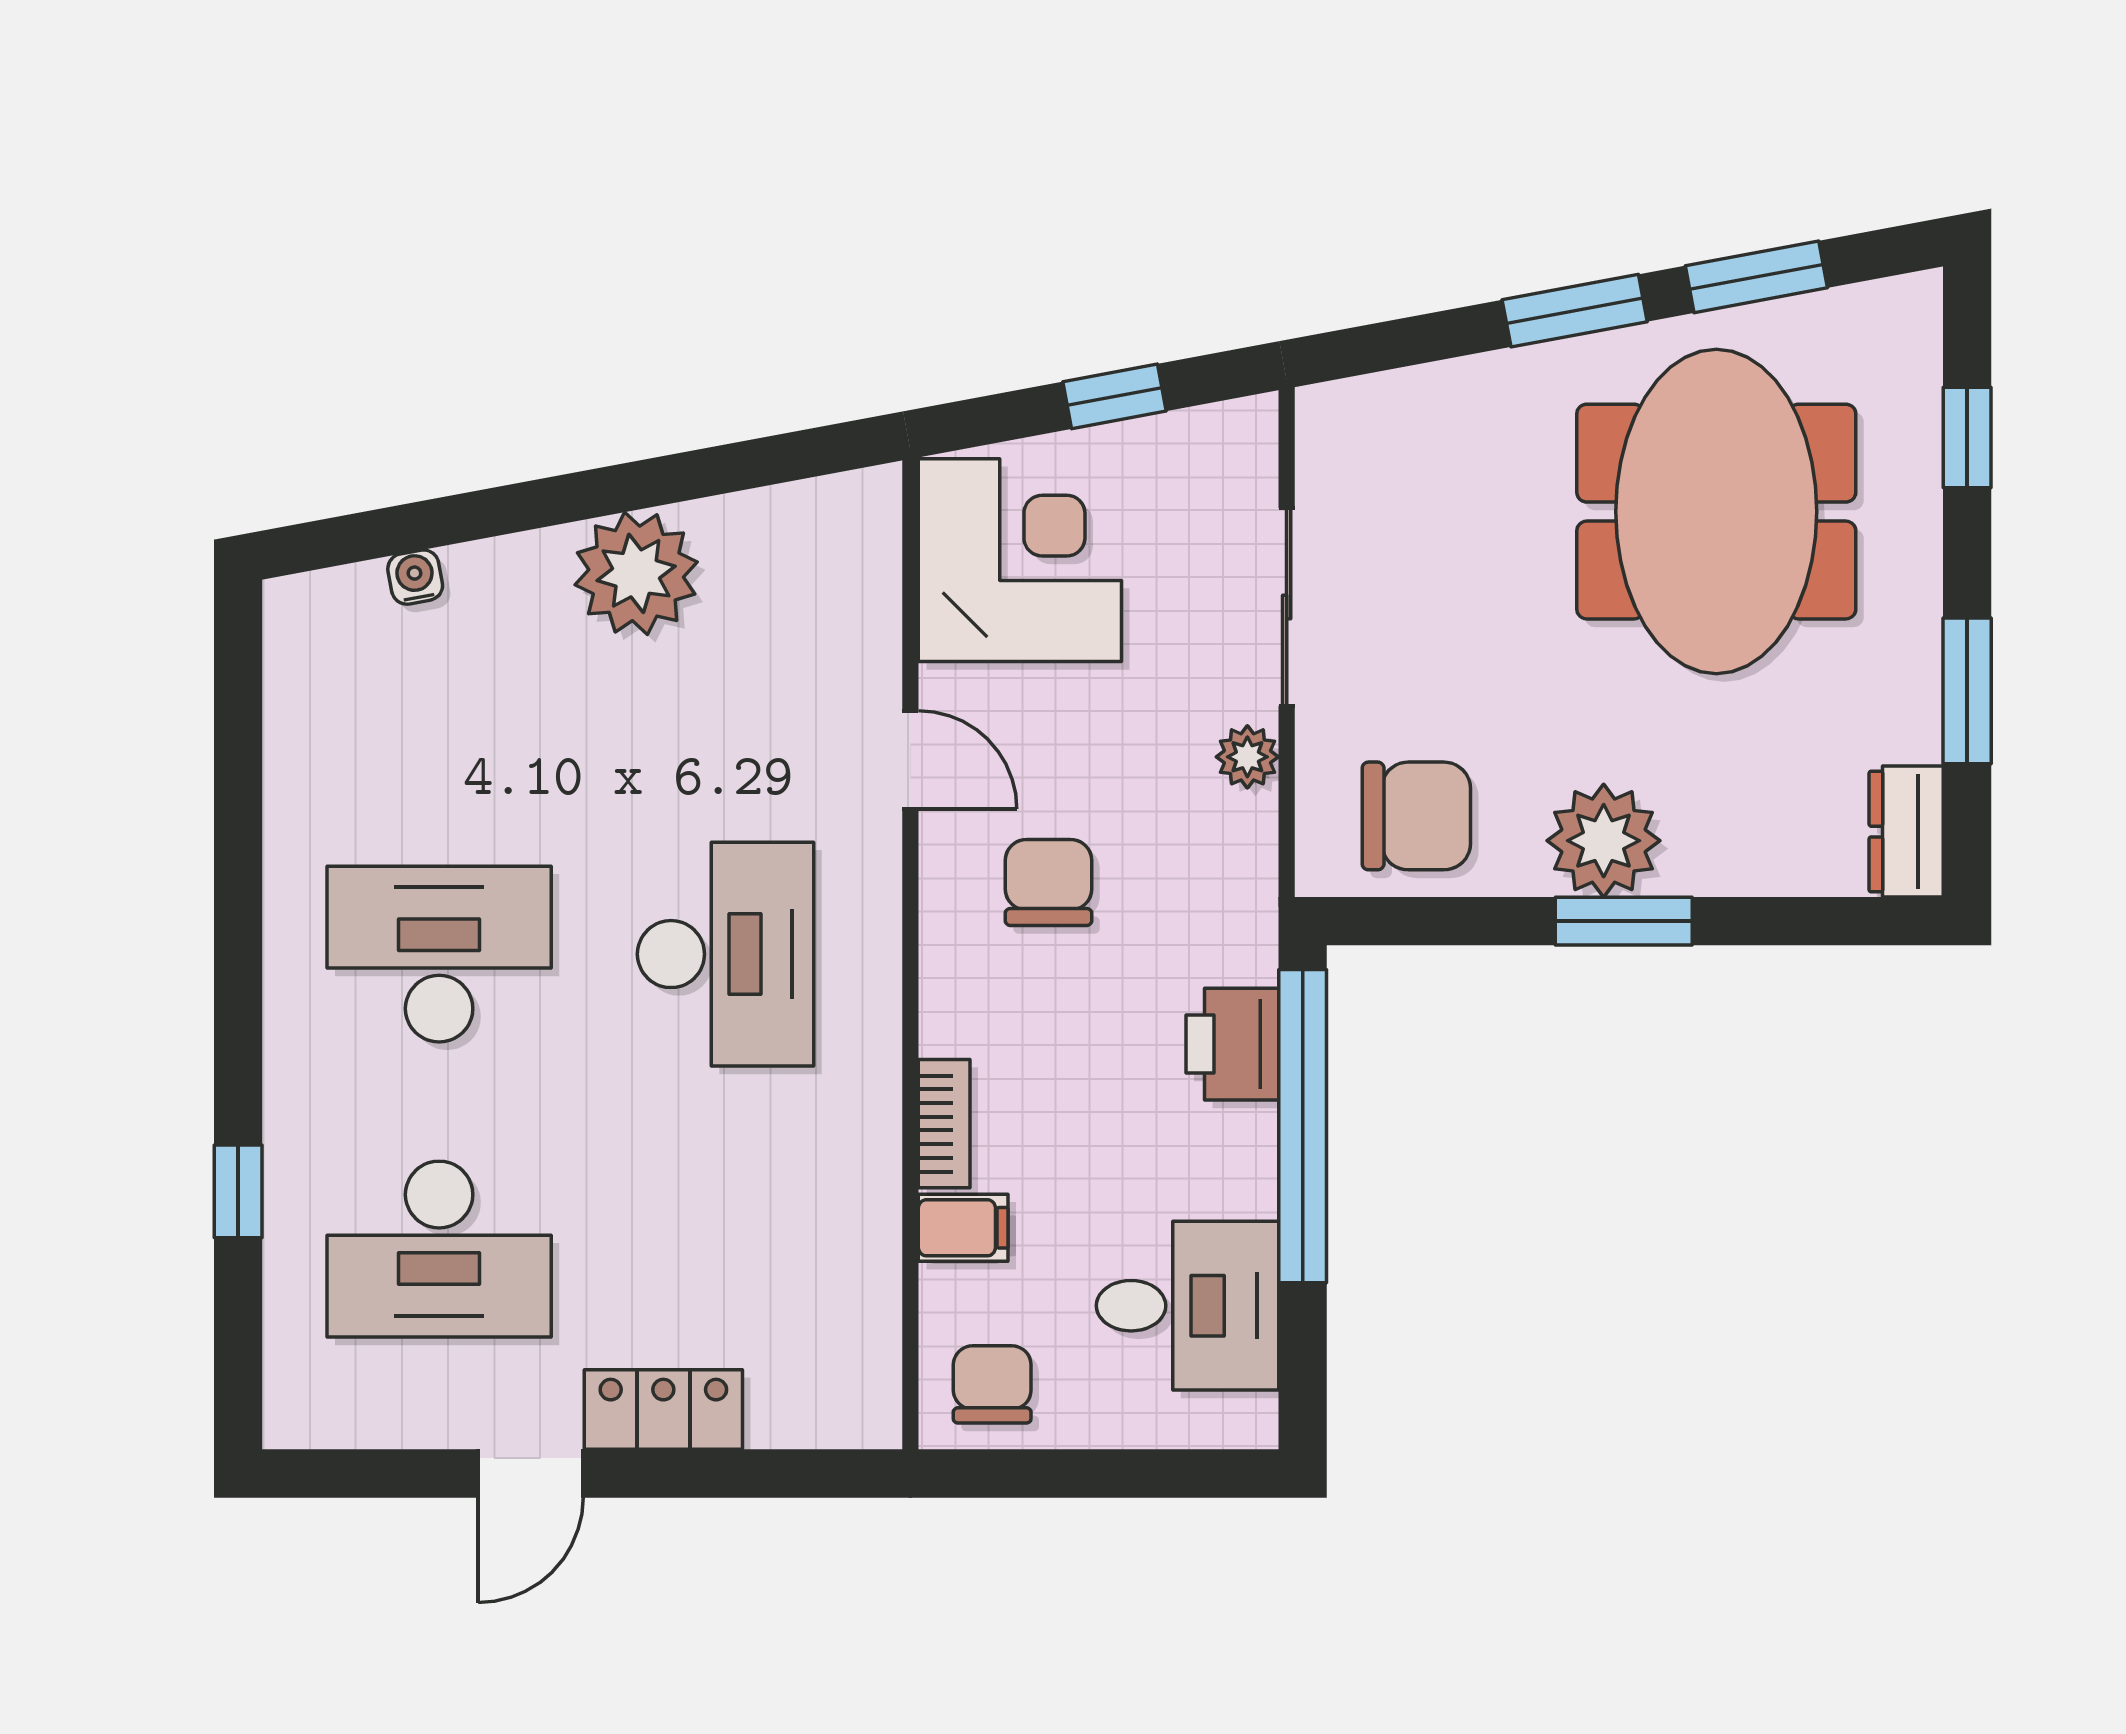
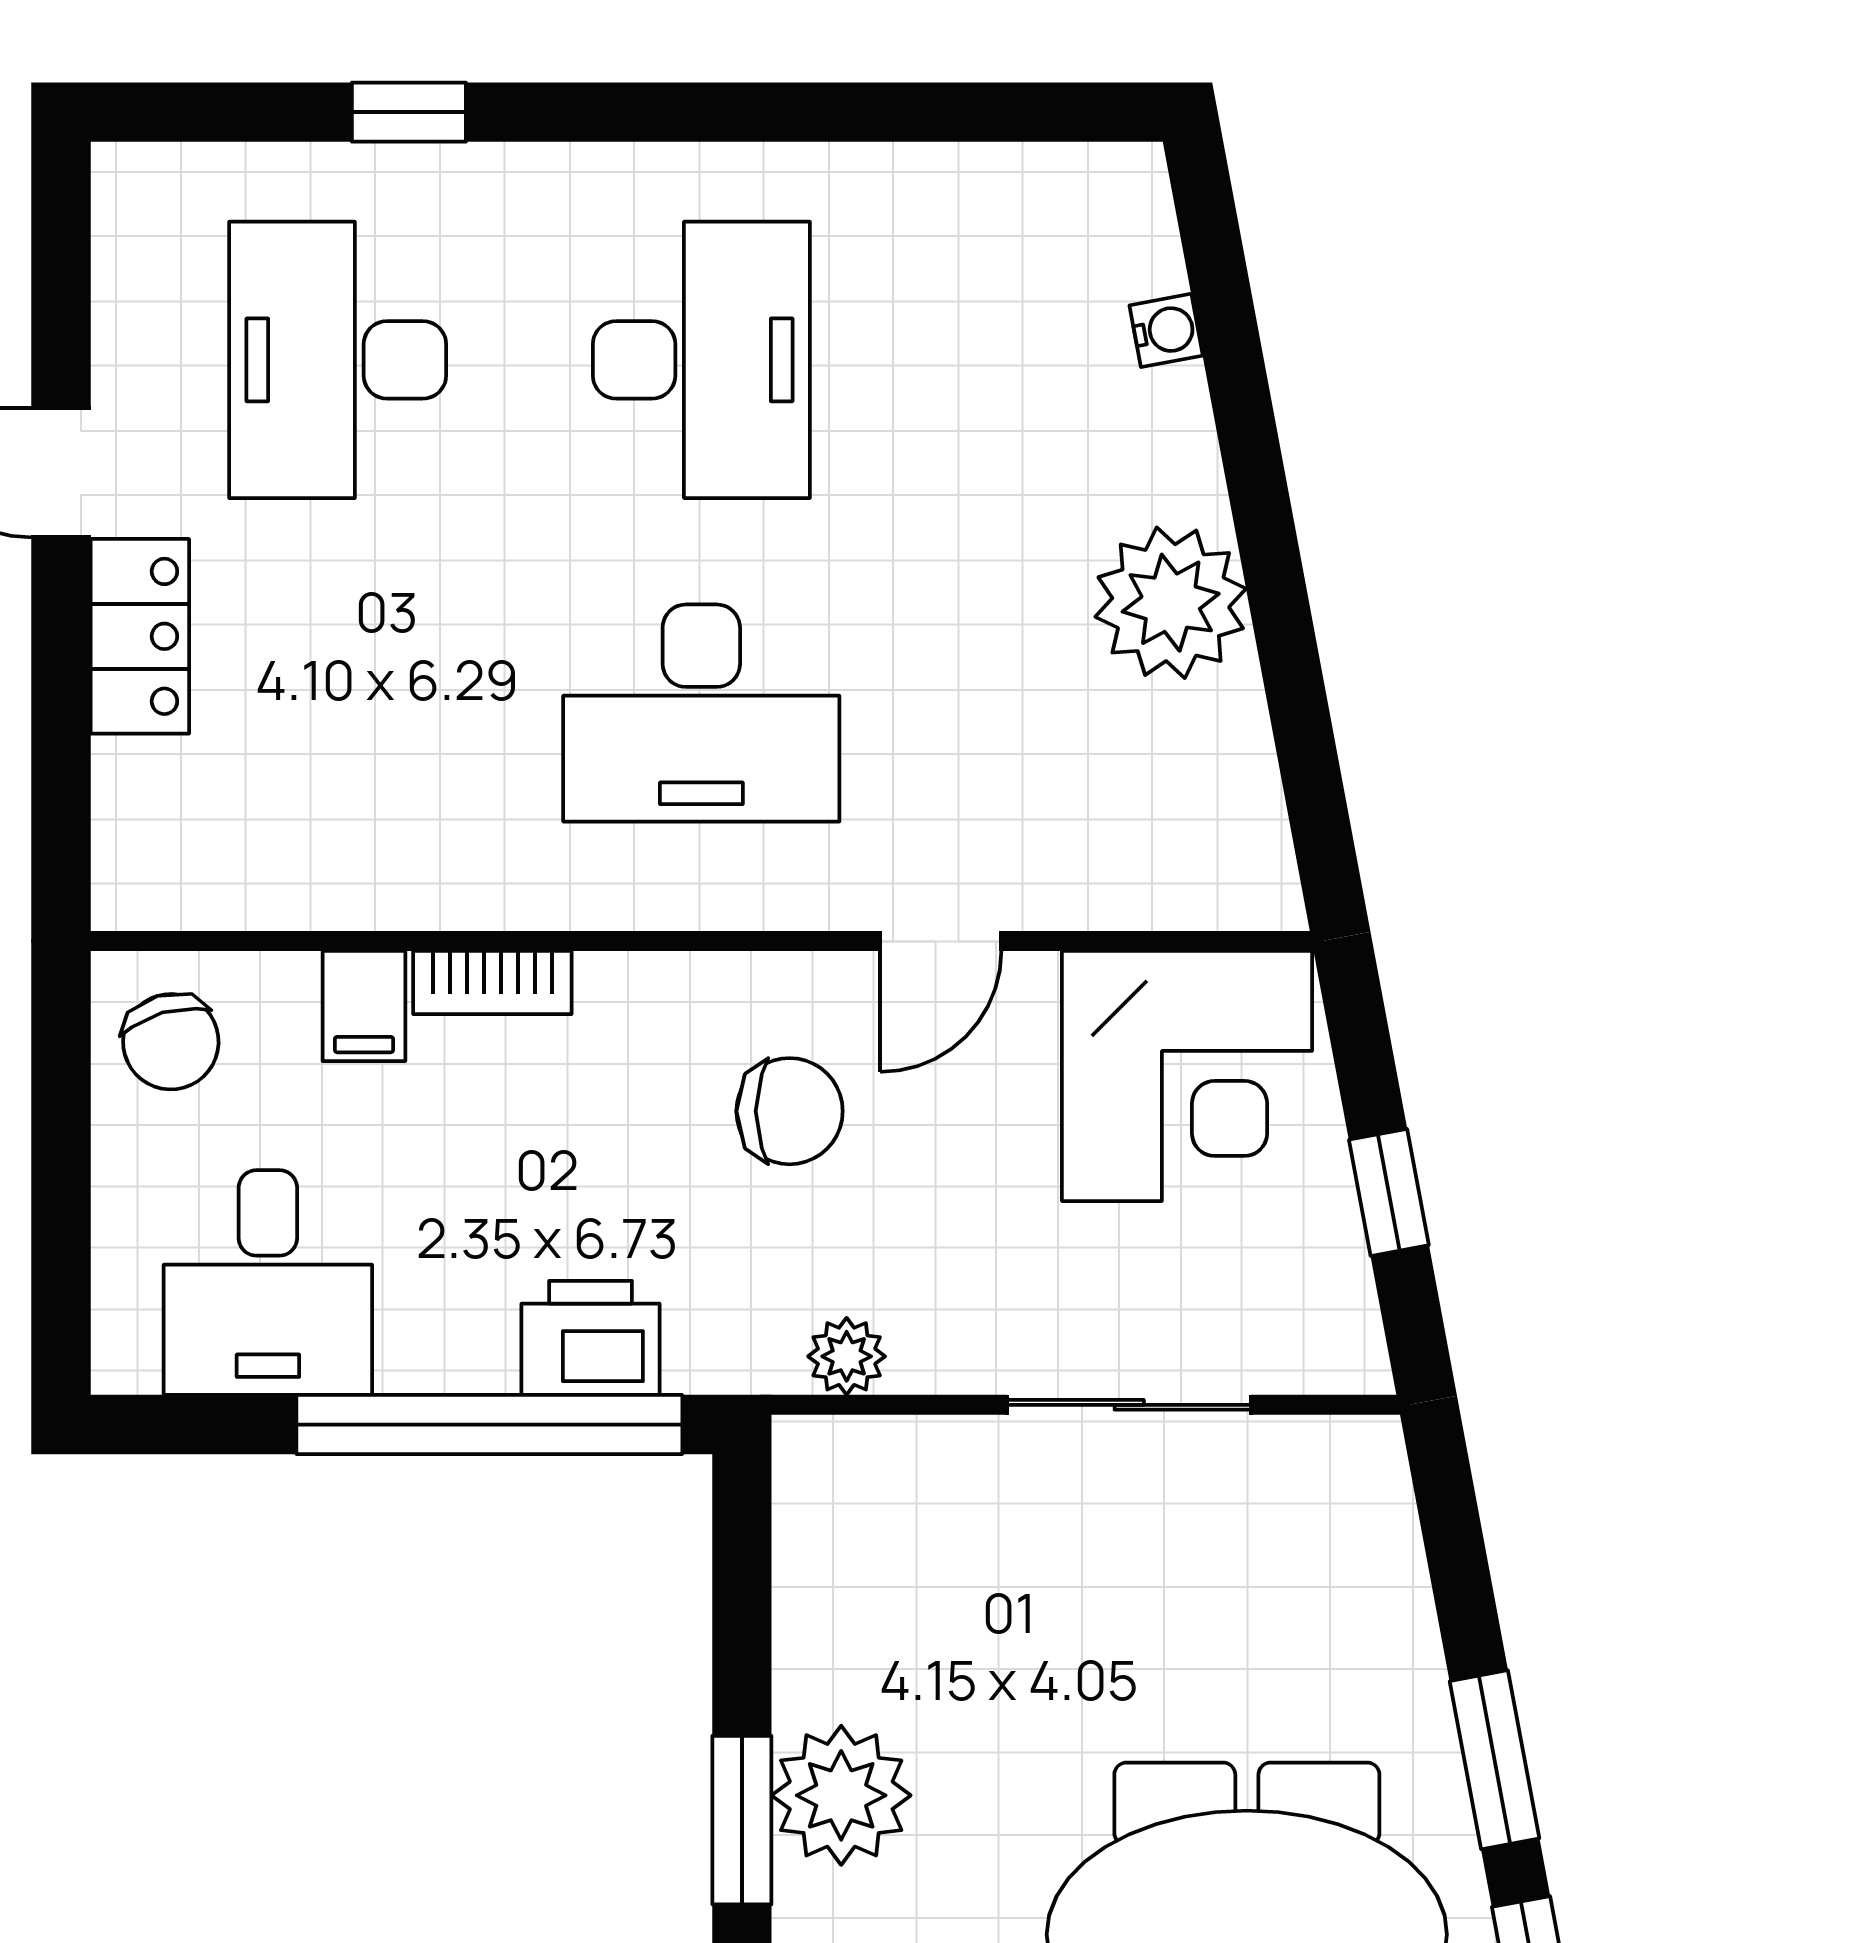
plant: (1247, 757) -> (847, 1356), moved
chair: (1416, 816) -> (872, 1565), removed
chair: (992, 1384) -> (171, 1042), turned 74

